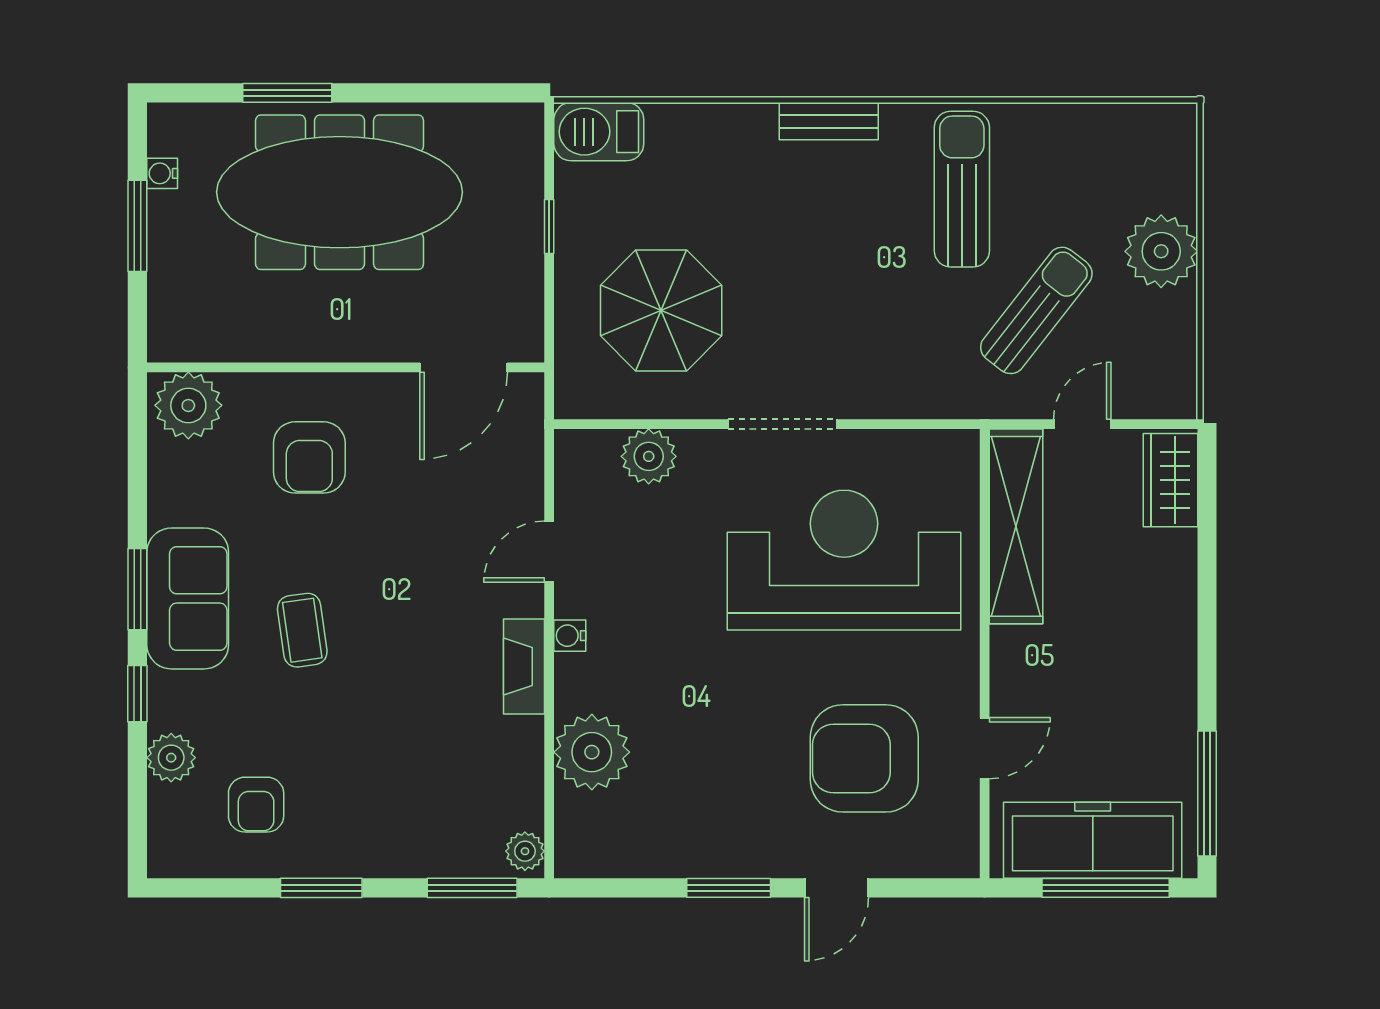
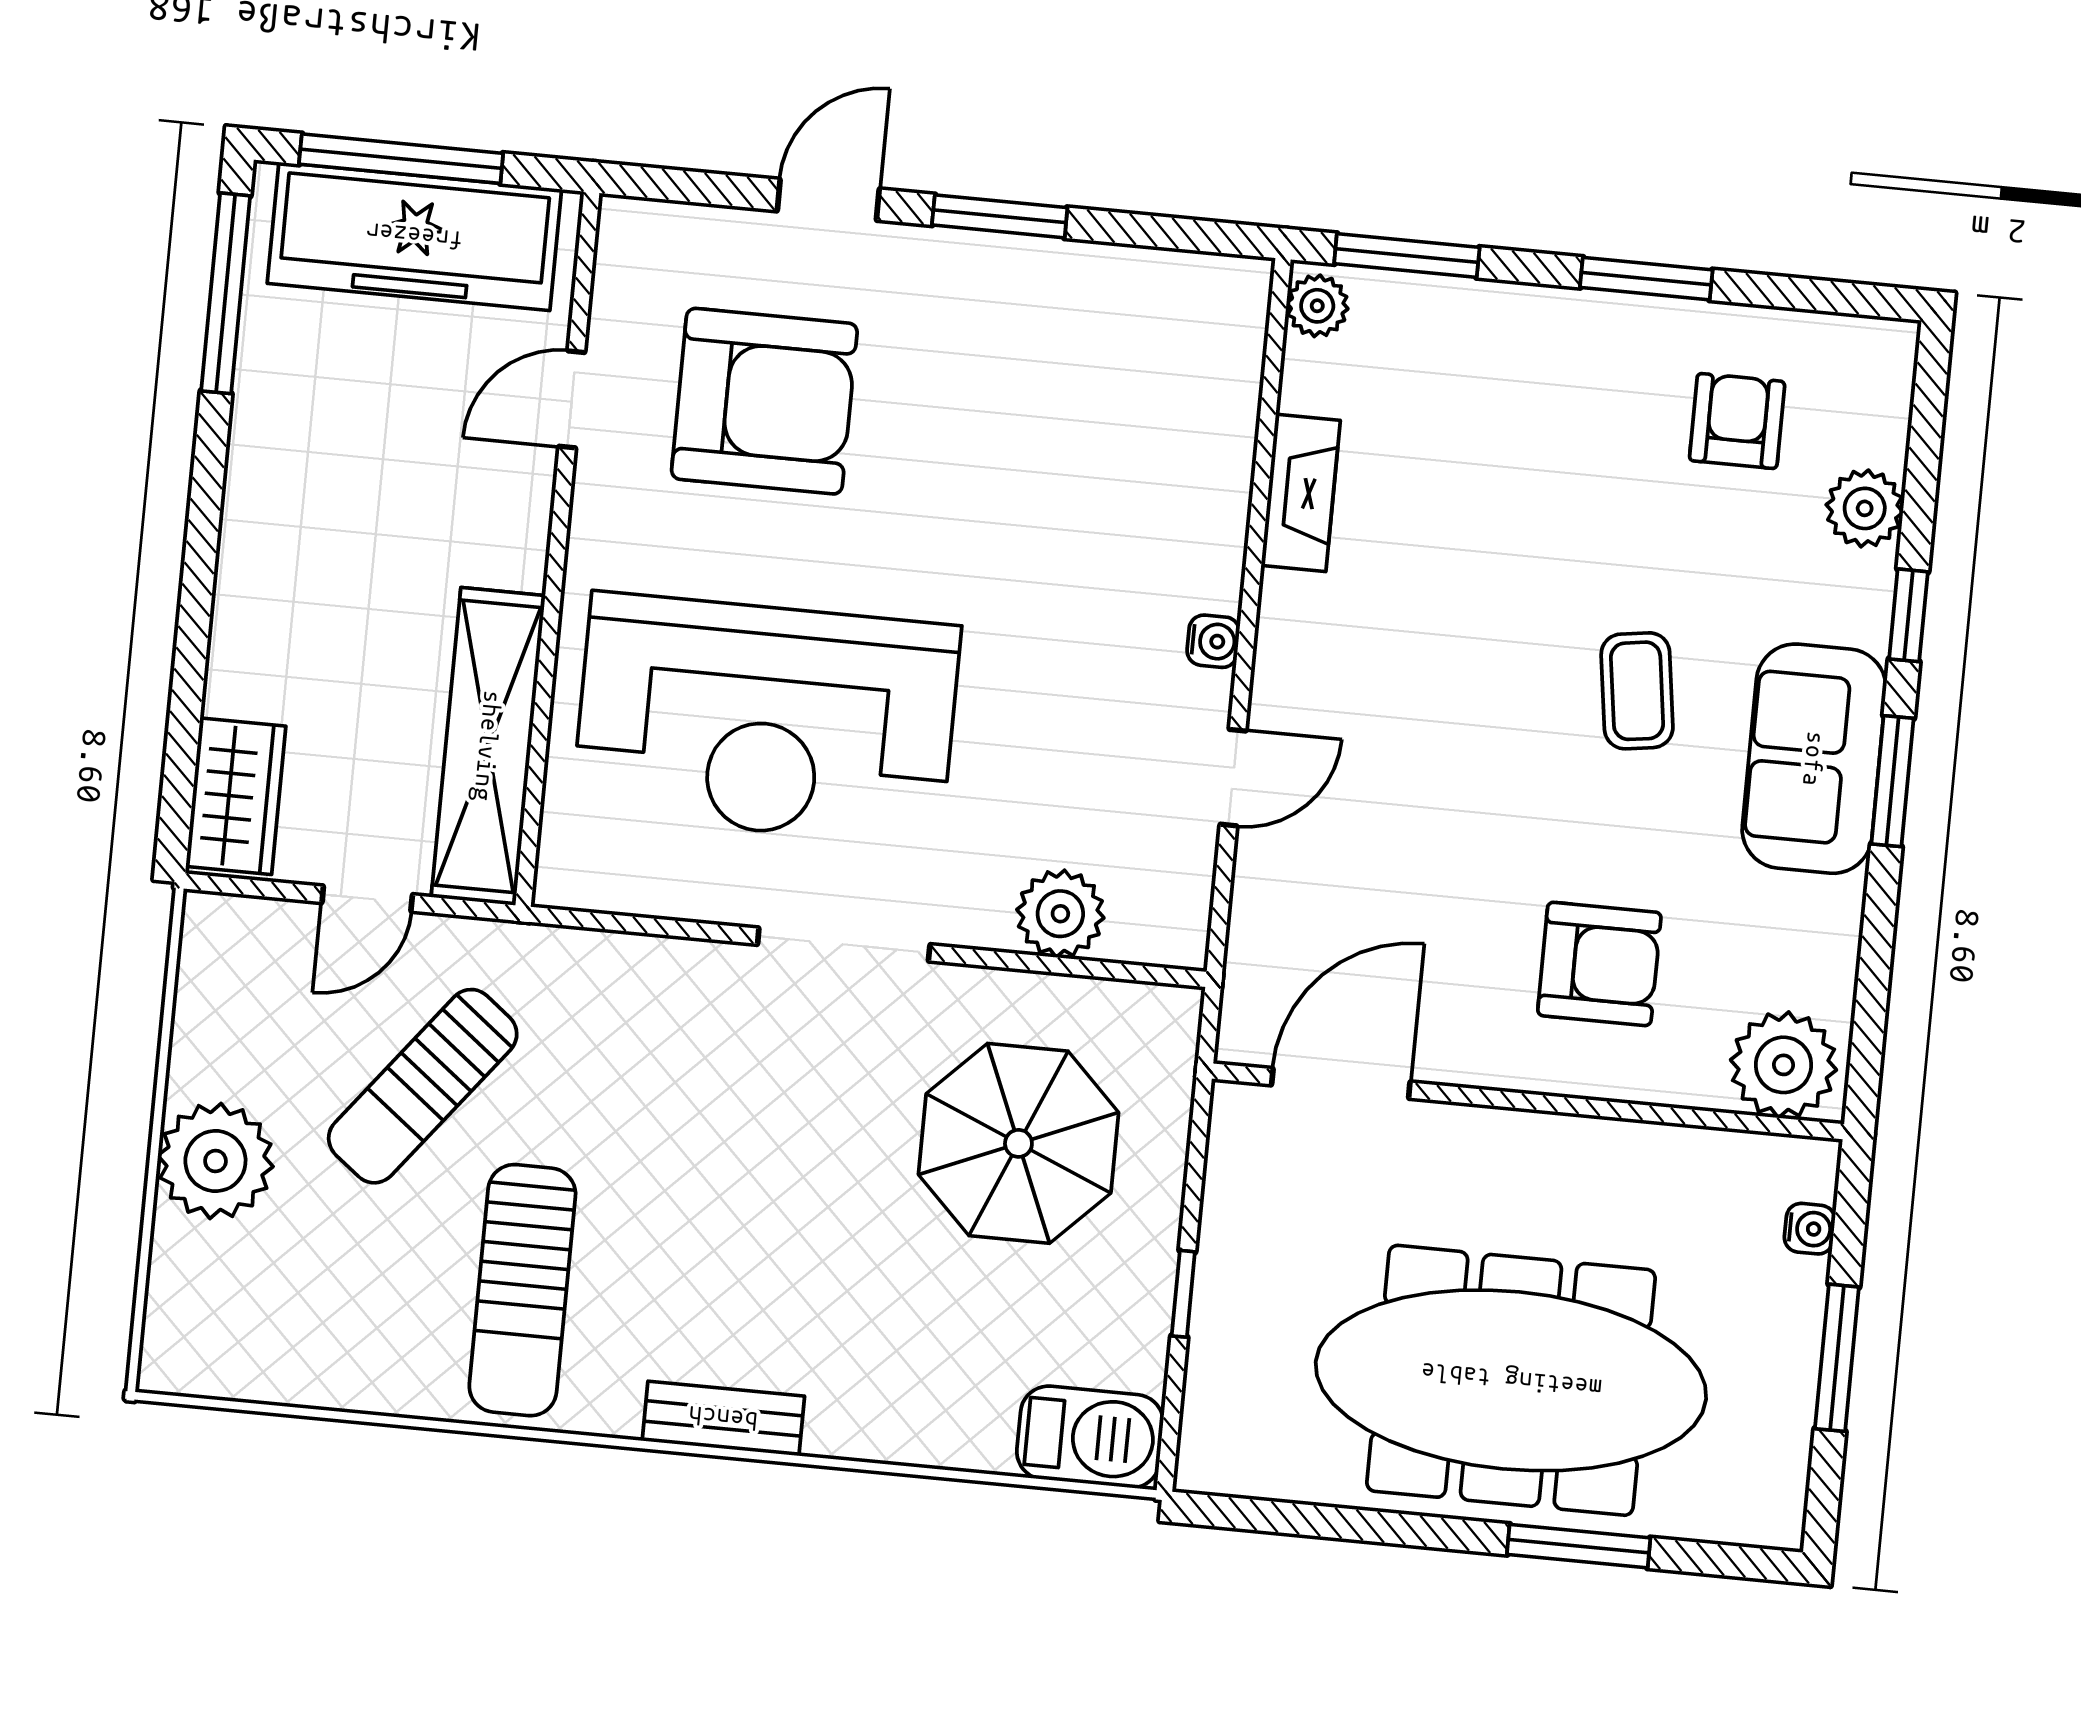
water cooler: (162, 173) -> (1810, 1229), moved
armchair: (309, 457) -> (1599, 964), turned 90
fireplace: (524, 666) -> (1301, 493), moved
plant: (592, 752) -> (1196, 453), removed

